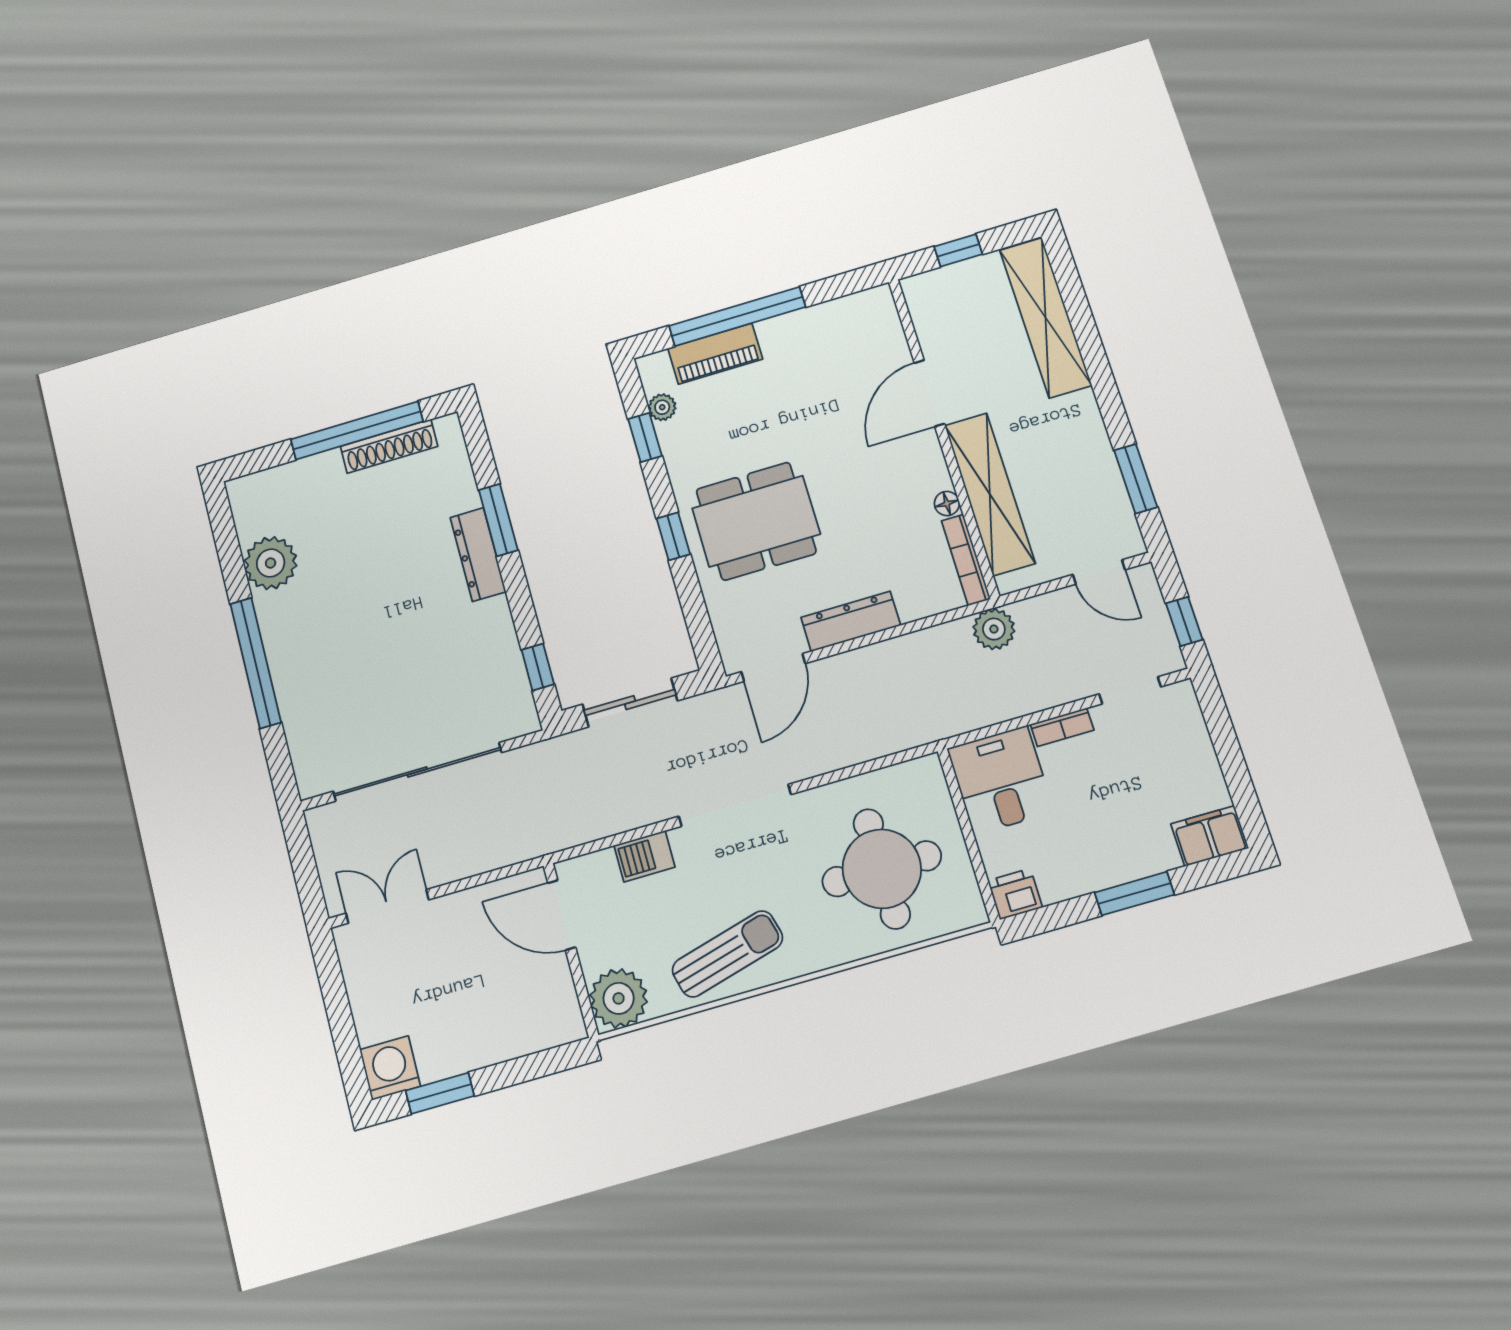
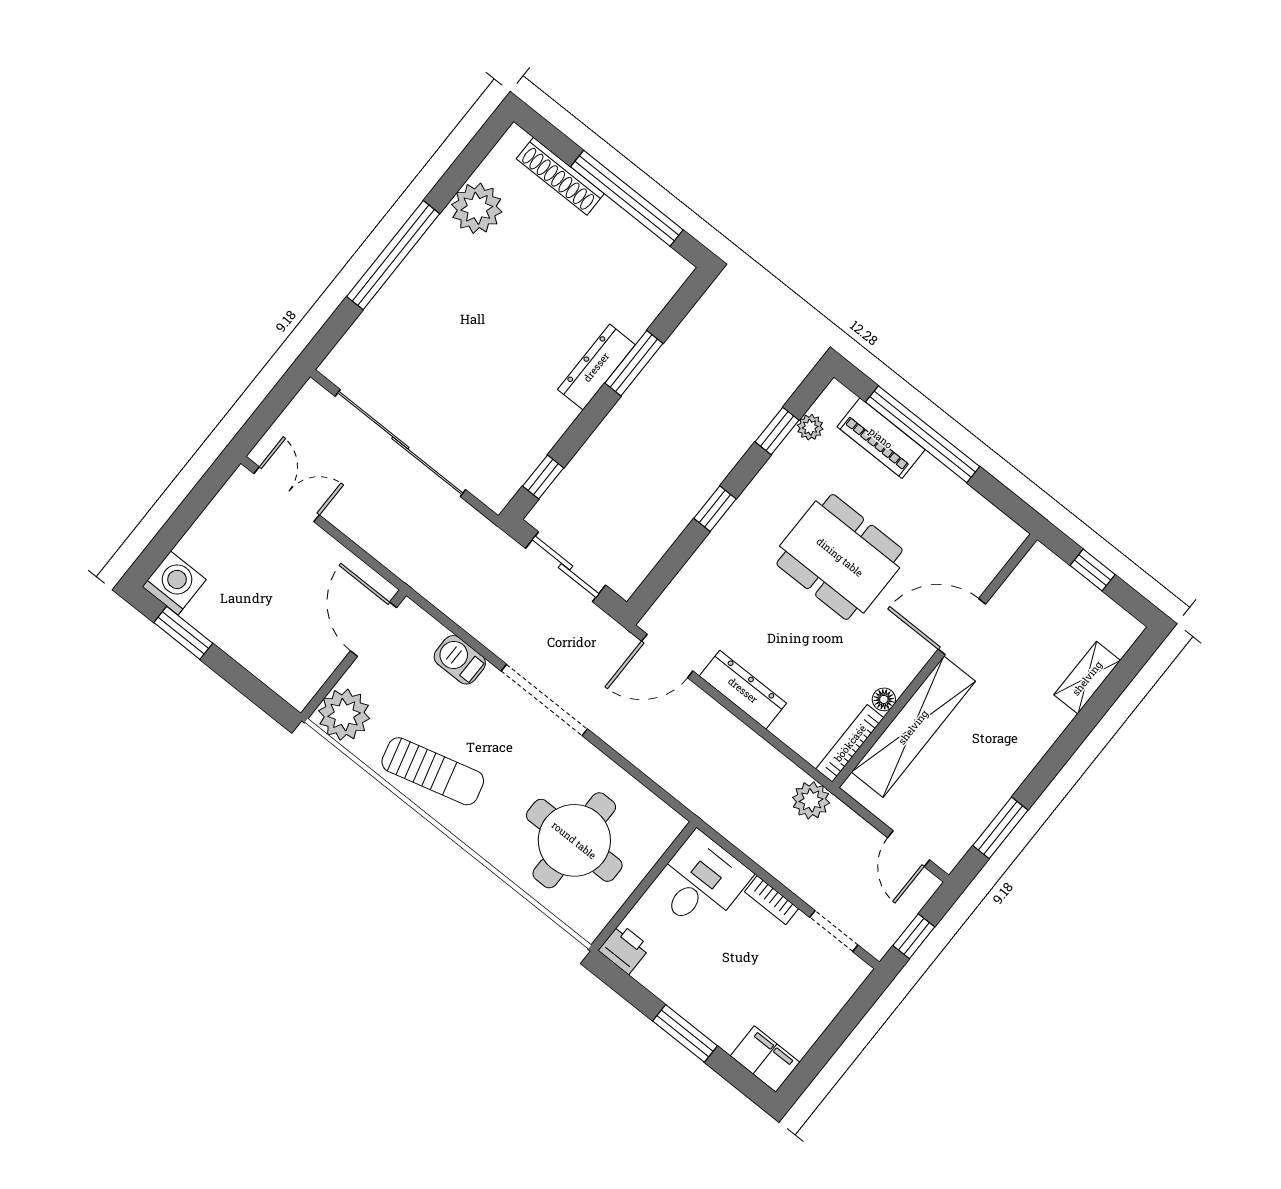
shelving: (1045, 317) -> (1087, 678), width x0.45, depth x0.75
shoe rack: (389, 446) -> (560, 176), moved
dining table: (756, 521) -> (840, 557), moved

